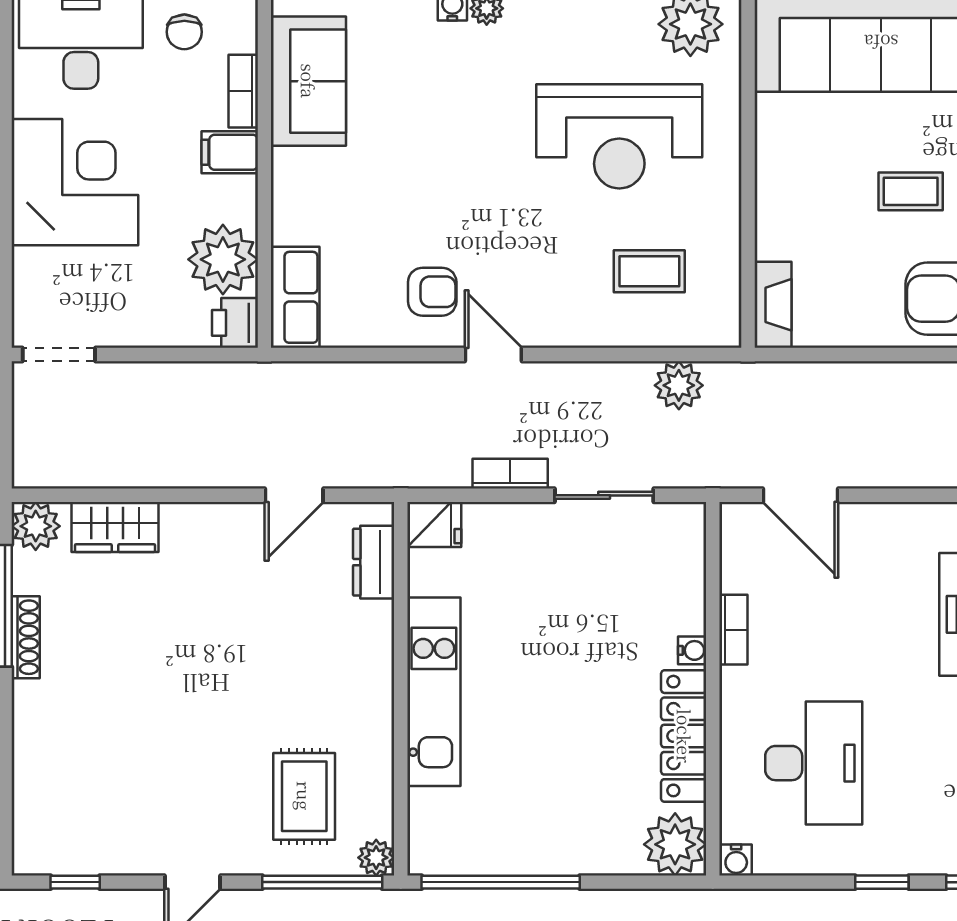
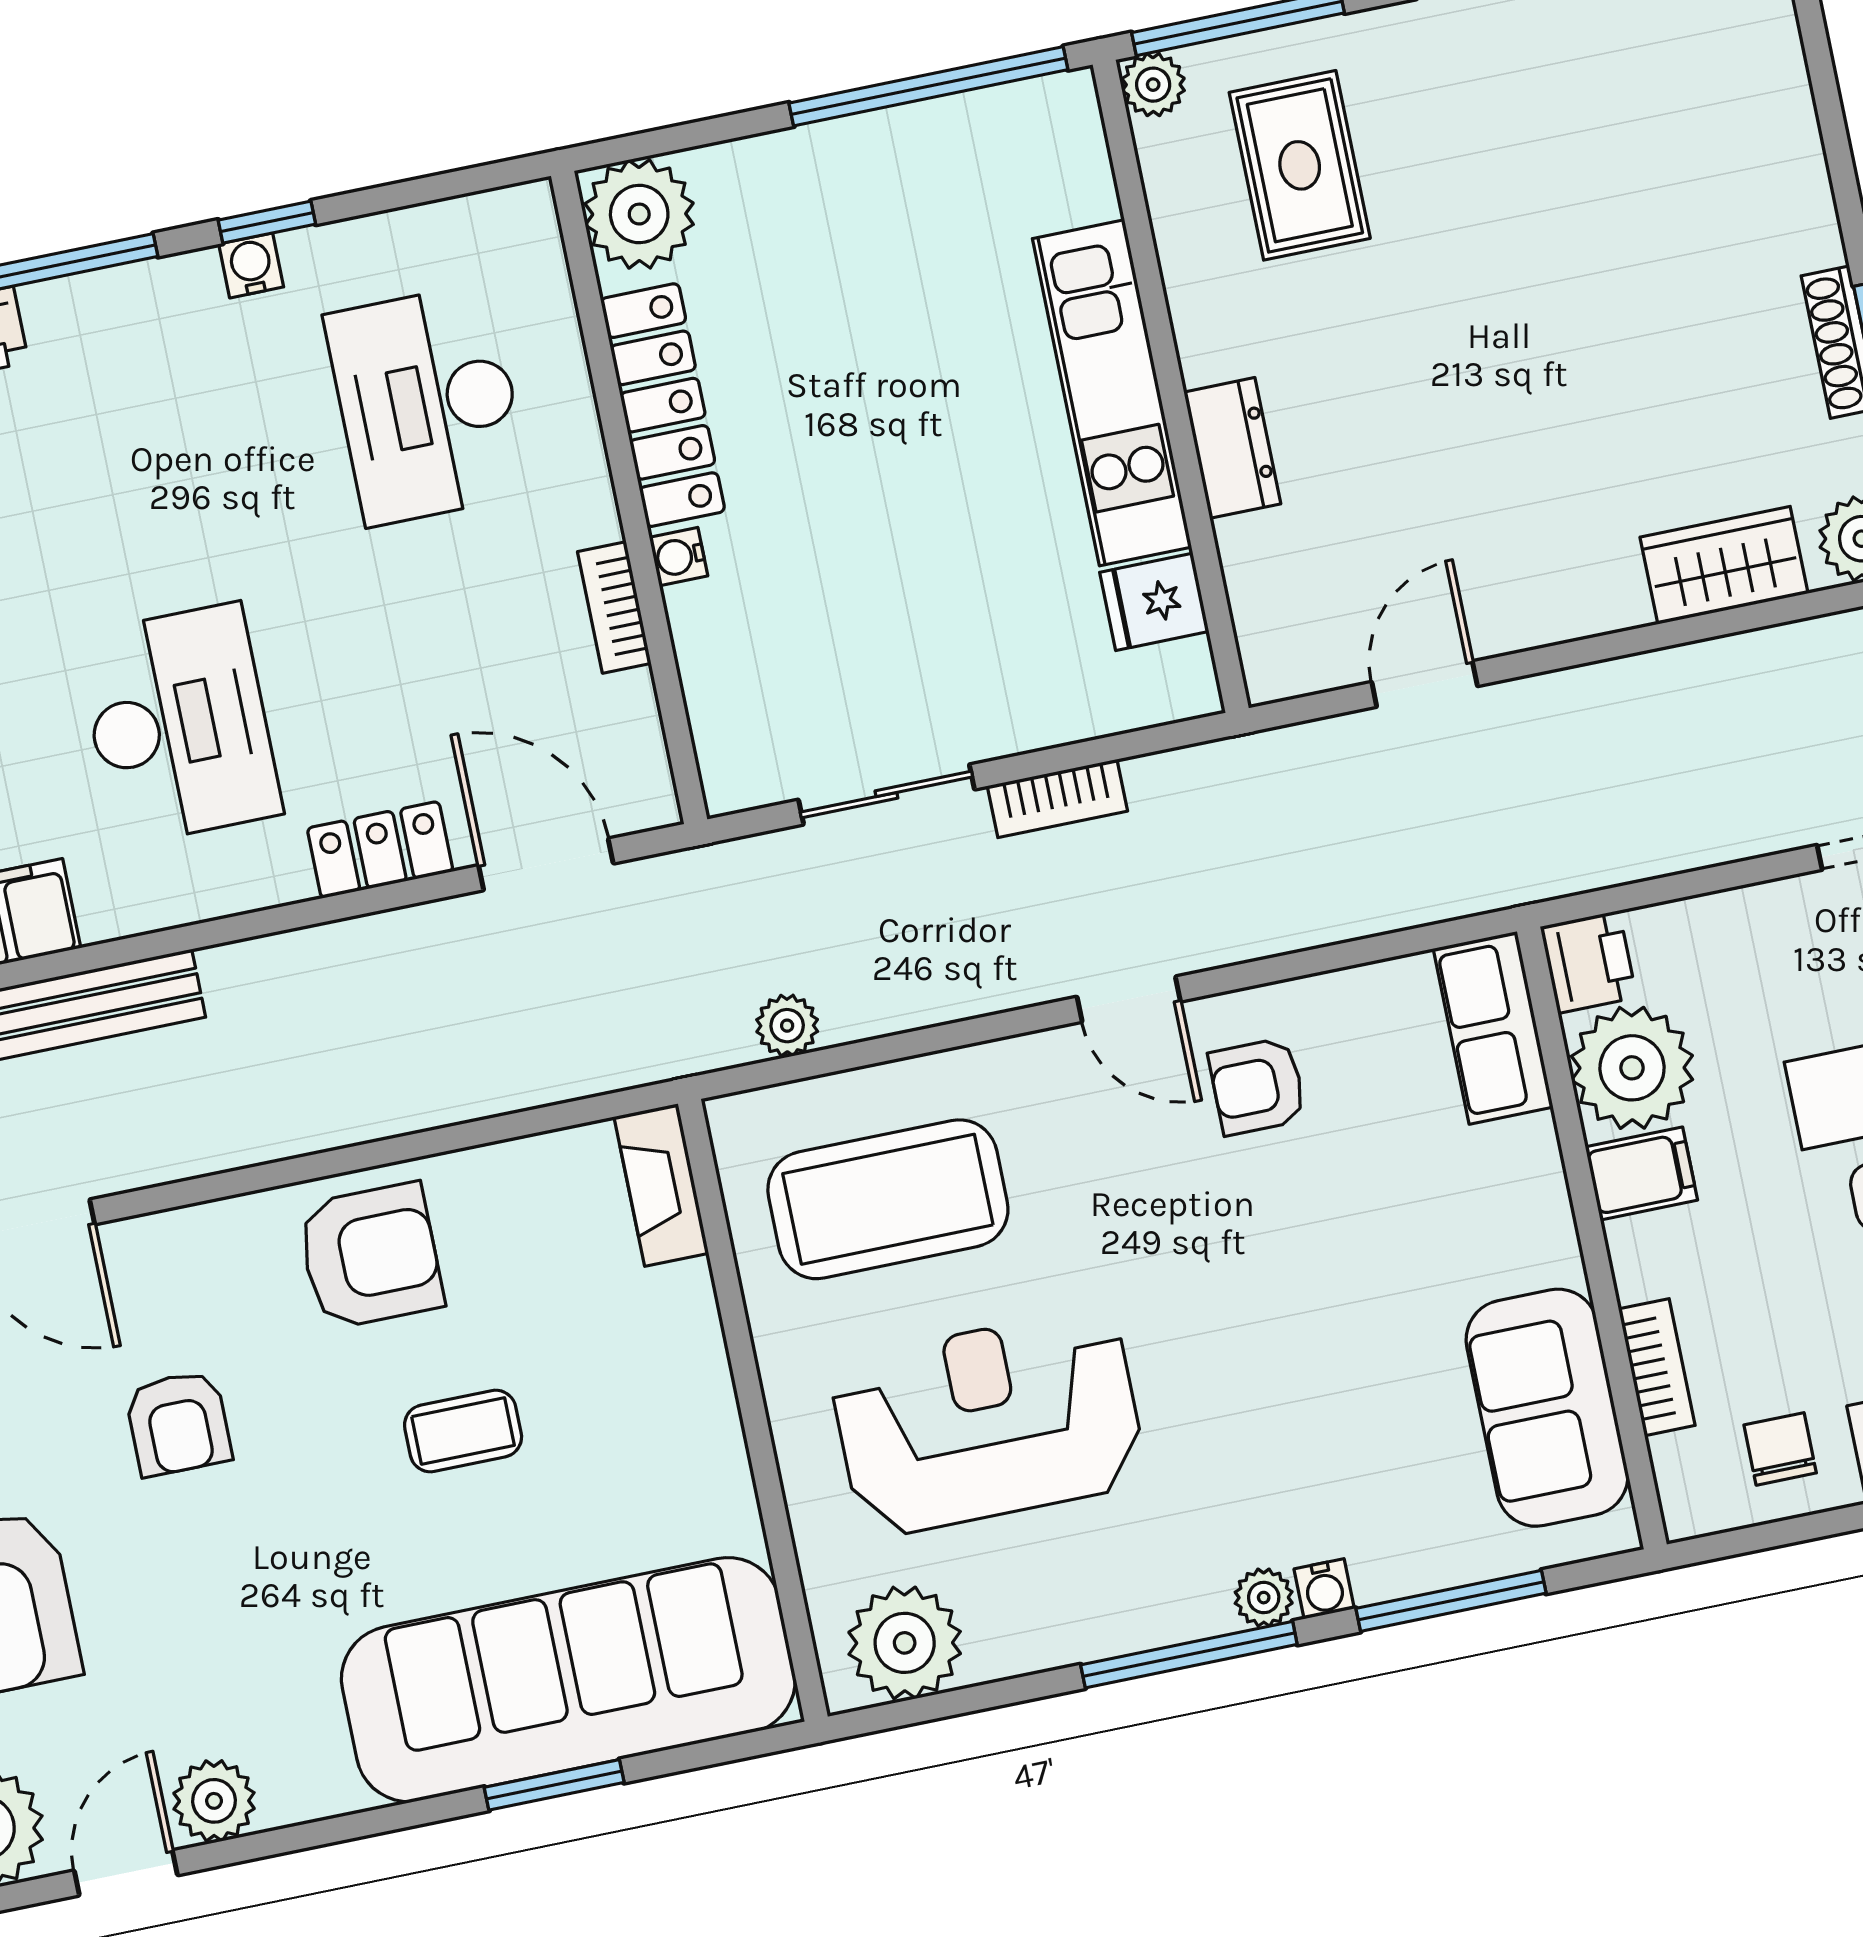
filing cabinet: (230, 152) -> (1641, 1173), moved
coffee table: (649, 271) -> (888, 1199), width x1.86, depth x1.72
plant: (679, 385) -> (787, 1026), width x0.73, depth x0.73
locker: (890, 522) -> (380, 850), added
fridge: (434, 524) -> (1154, 602), moved
dresser: (374, 562) -> (1232, 448), moved
water cooler: (736, 860) -> (251, 265), moved

